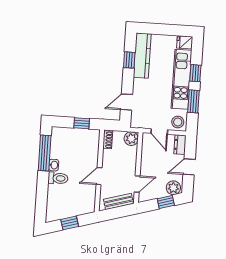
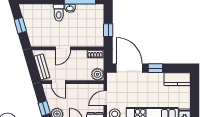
kitchen counter: (142, 56) -> (177, 79), width x0.67
window: (129, 60) -> (155, 68), moved
door: (126, 102) -> (129, 68), width x1.88
door: (99, 176) -> (63, 48), swing flipped

